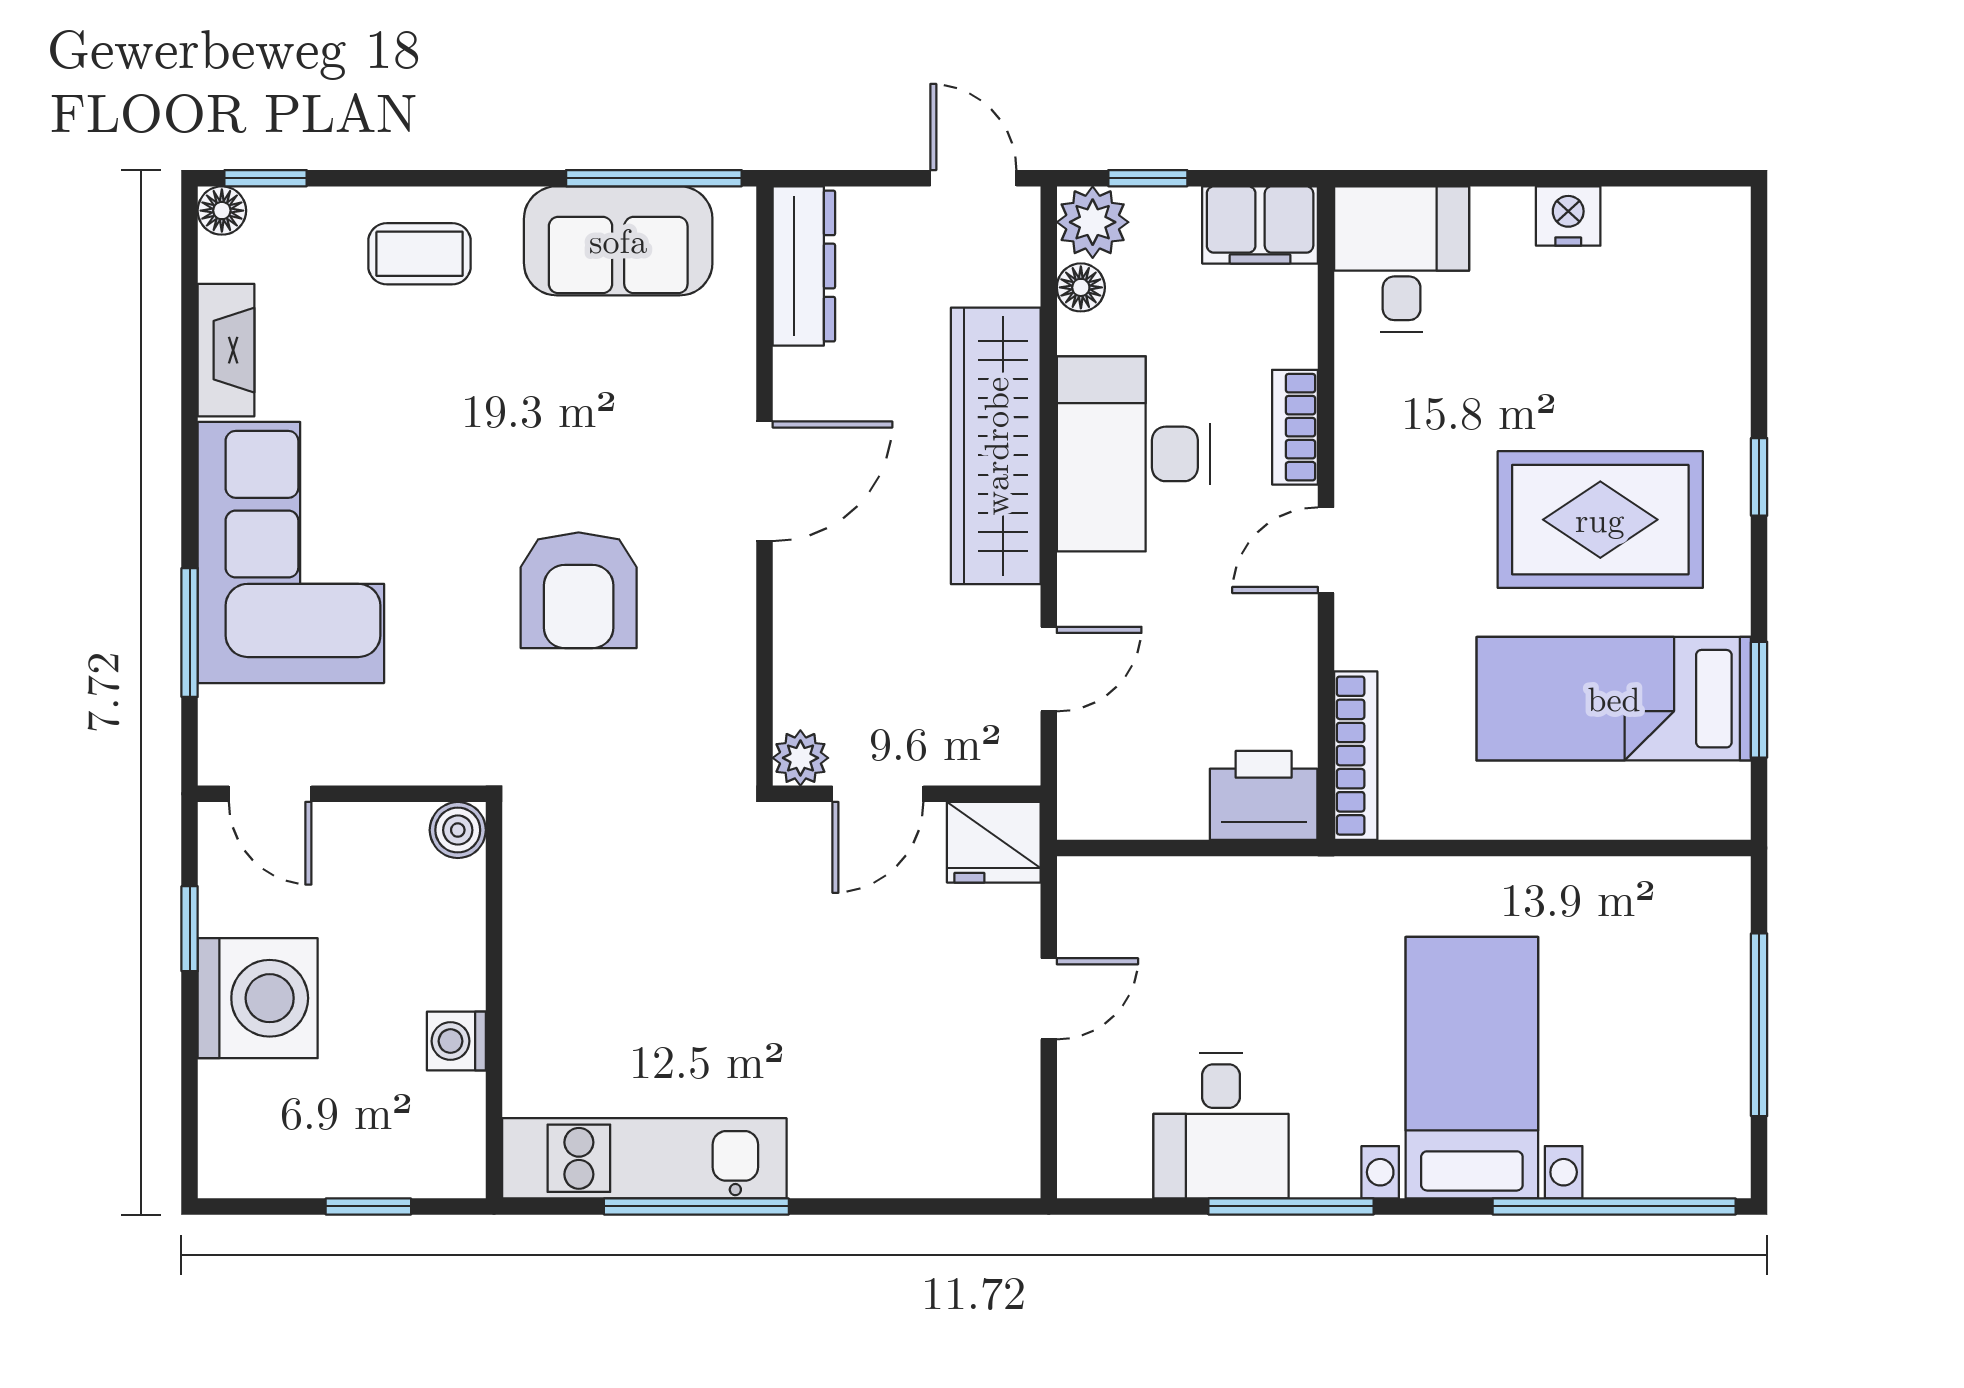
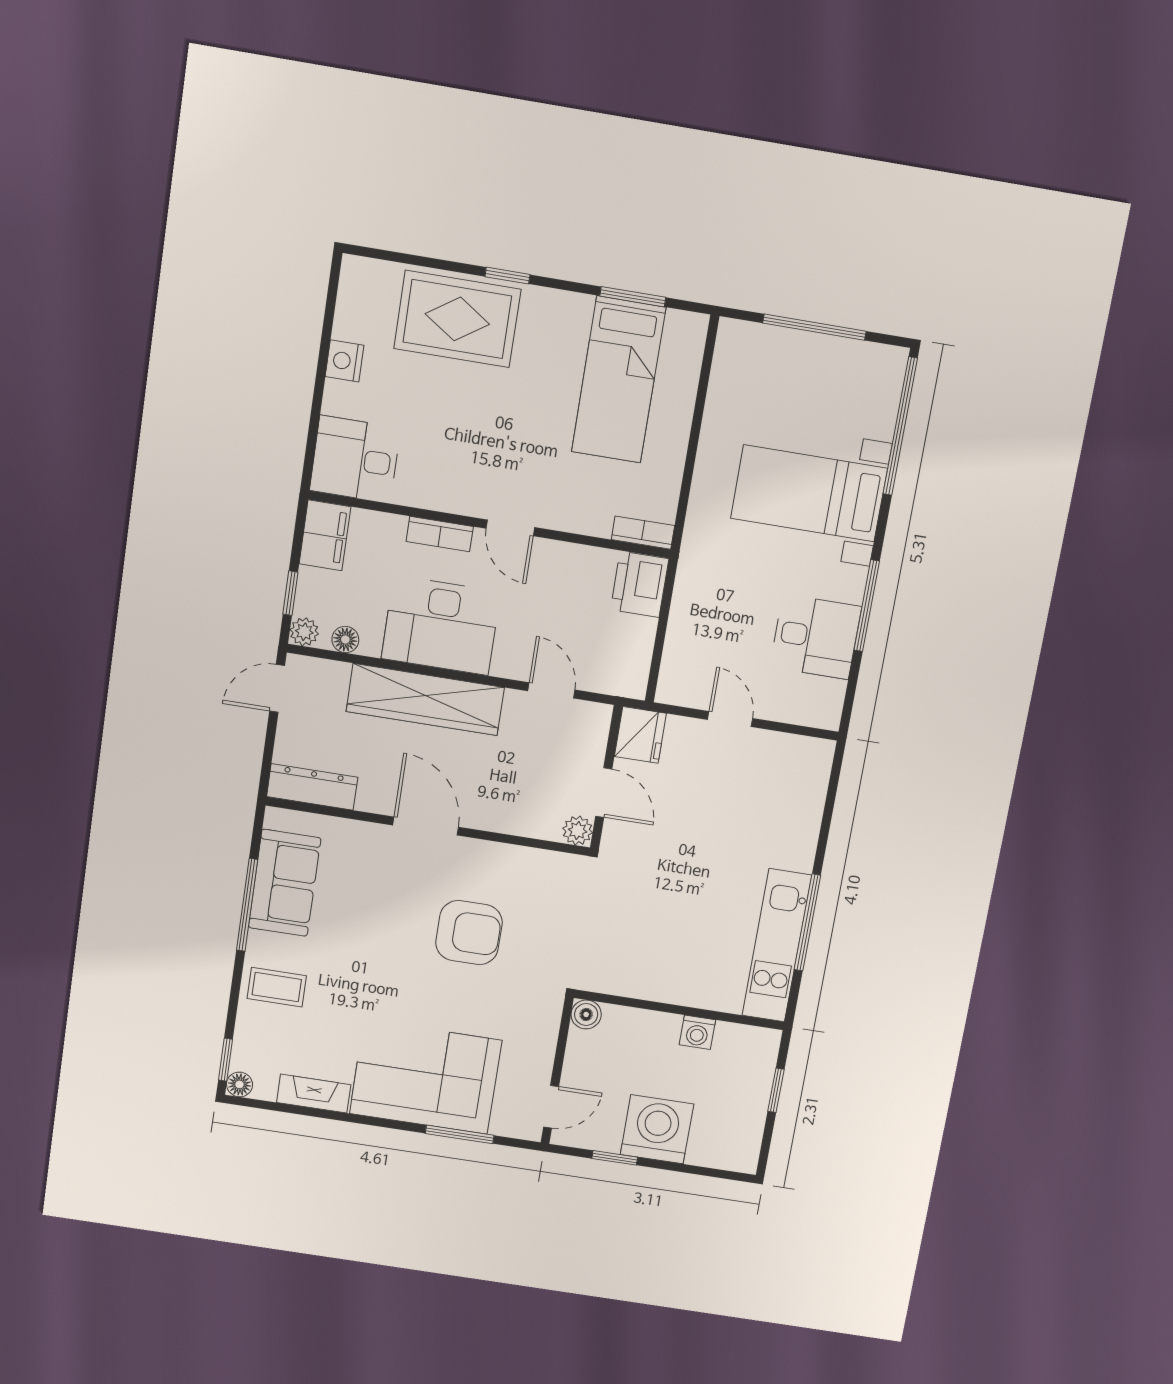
window: (654, 178) -> (247, 905), moved
plant: (1093, 222) -> (304, 632), width x0.73, depth x0.73
coffee table: (420, 254) -> (277, 987), turned 90
rug: (1600, 520) -> (457, 319), moved, turned 90
bookcase: (1356, 756) -> (643, 533), width x0.64

